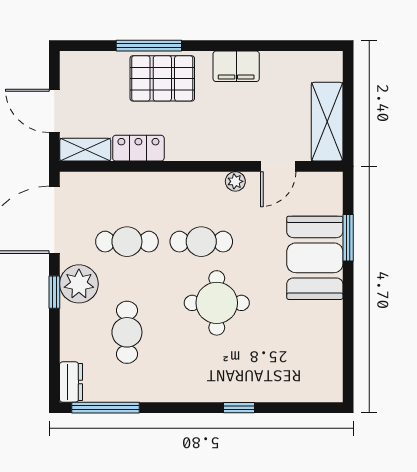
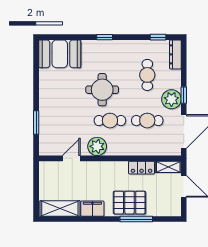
shelving: (327, 122) -> (60, 208), moved, turned 90
plant: (235, 181) -> (97, 146), width x1.87, depth x1.87
booth: (315, 258) -> (60, 54), moved, turned 90
dresser: (71, 382) -> (175, 54), width x1.44
window: (106, 408) -> (158, 37), width x0.46
window: (239, 408) -> (105, 37), moved

